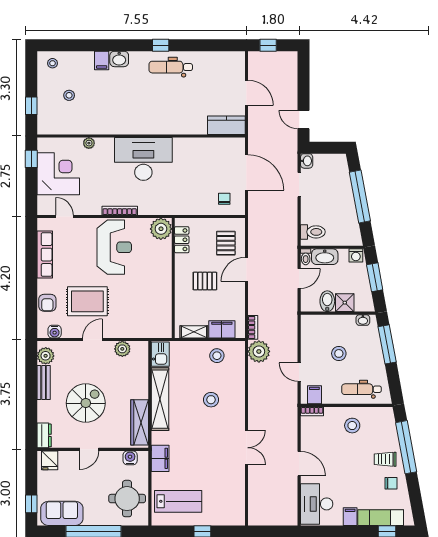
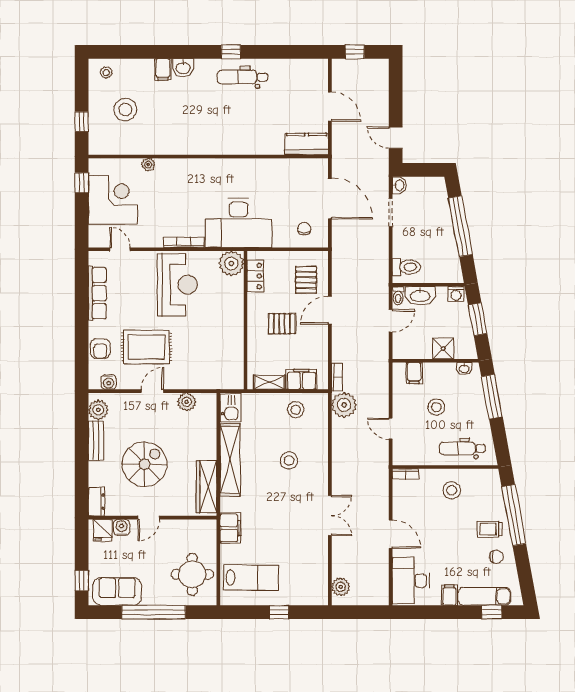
stool: (69, 95) -> (125, 110), width x1.89, depth x1.89
desk: (143, 159) -> (238, 223), moved, turned 180
bidet: (327, 301) -> (423, 347), removed
filing cabinet: (314, 395) -> (414, 373), moved, turned 180
water cooler: (130, 458) -> (122, 527), moved
plant: (256, 509) -> (341, 587), added

